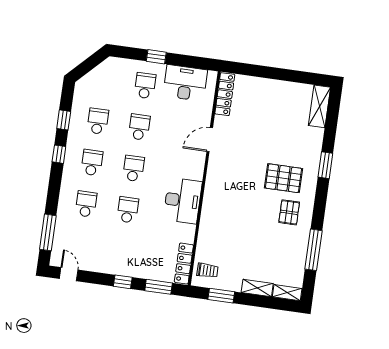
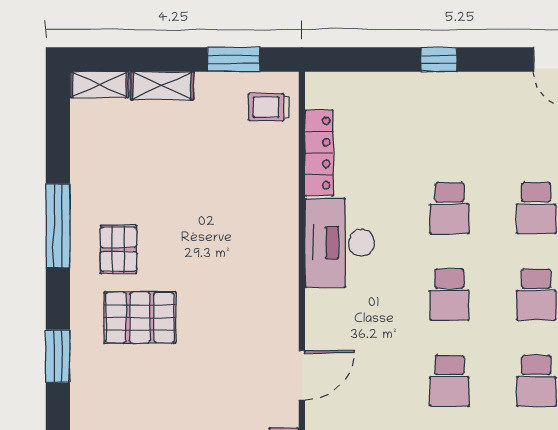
window: (314, 250) -> (58, 226), moved
locker: (184, 264) -> (319, 153), moved
window: (159, 287) -> (364, 59), removed

